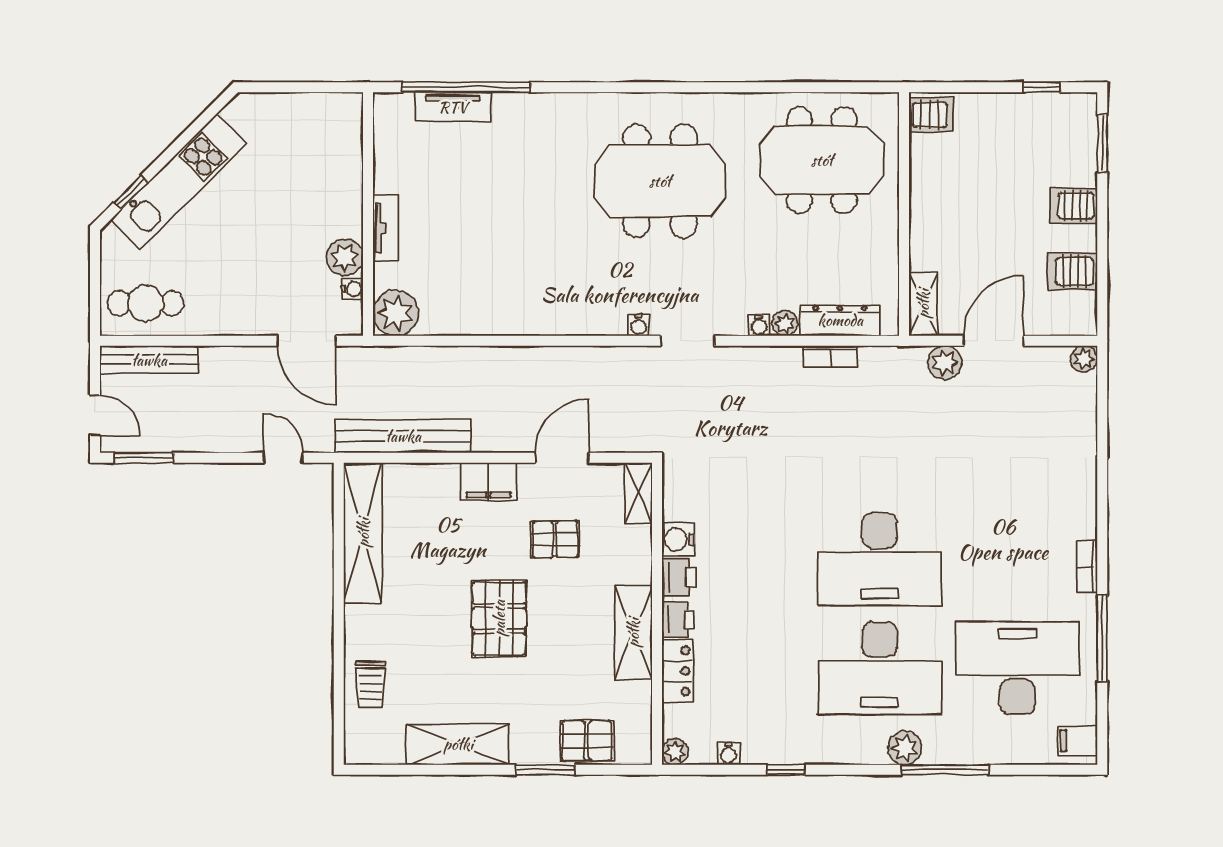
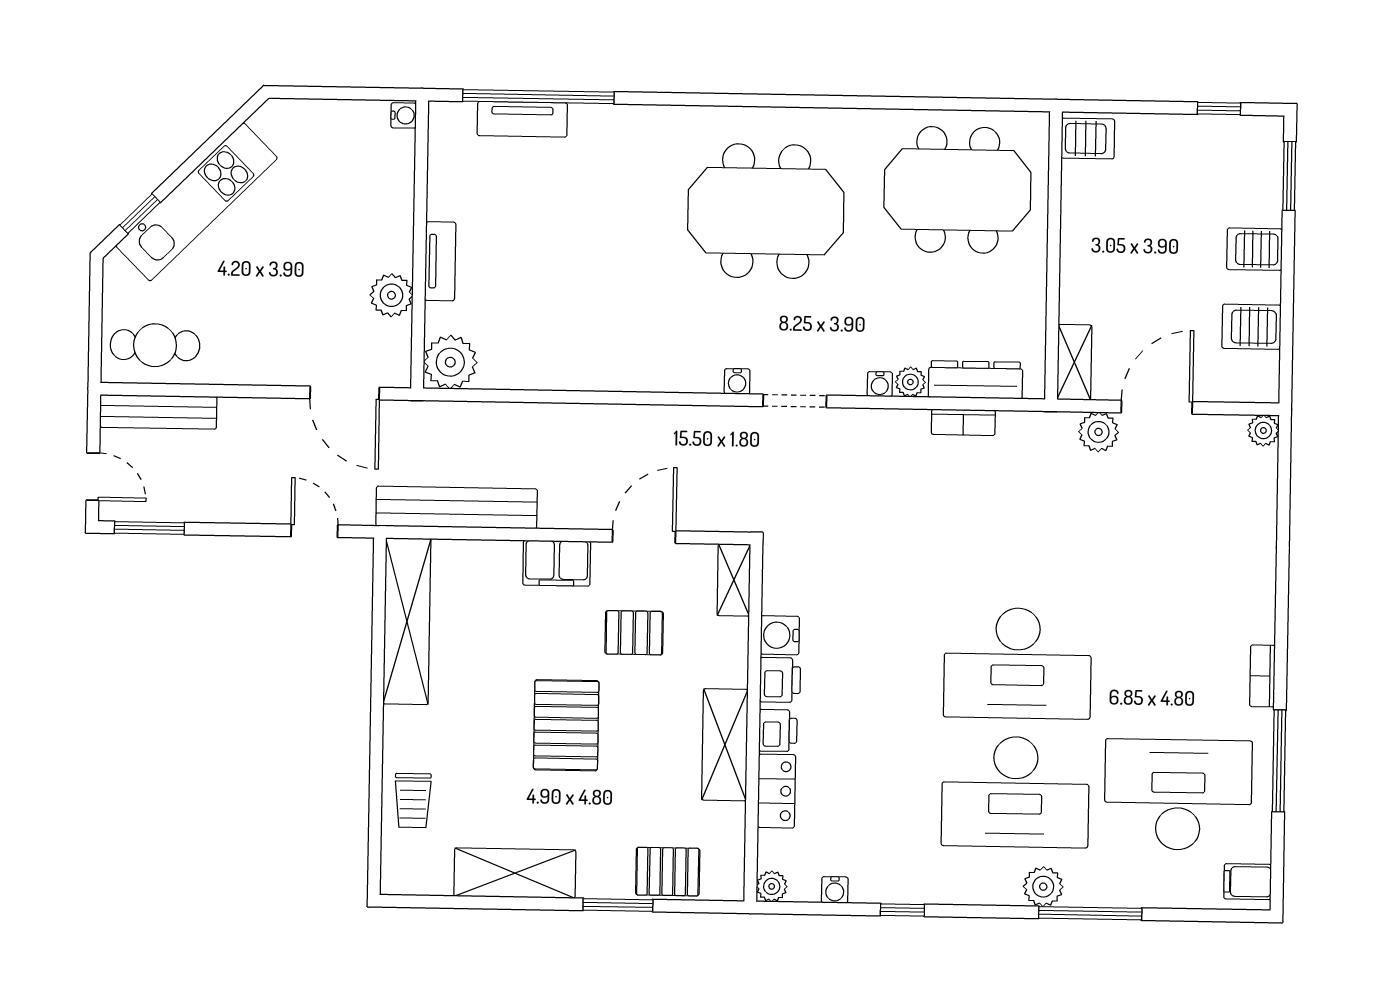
water cooler: (352, 289) -> (404, 115), moved

